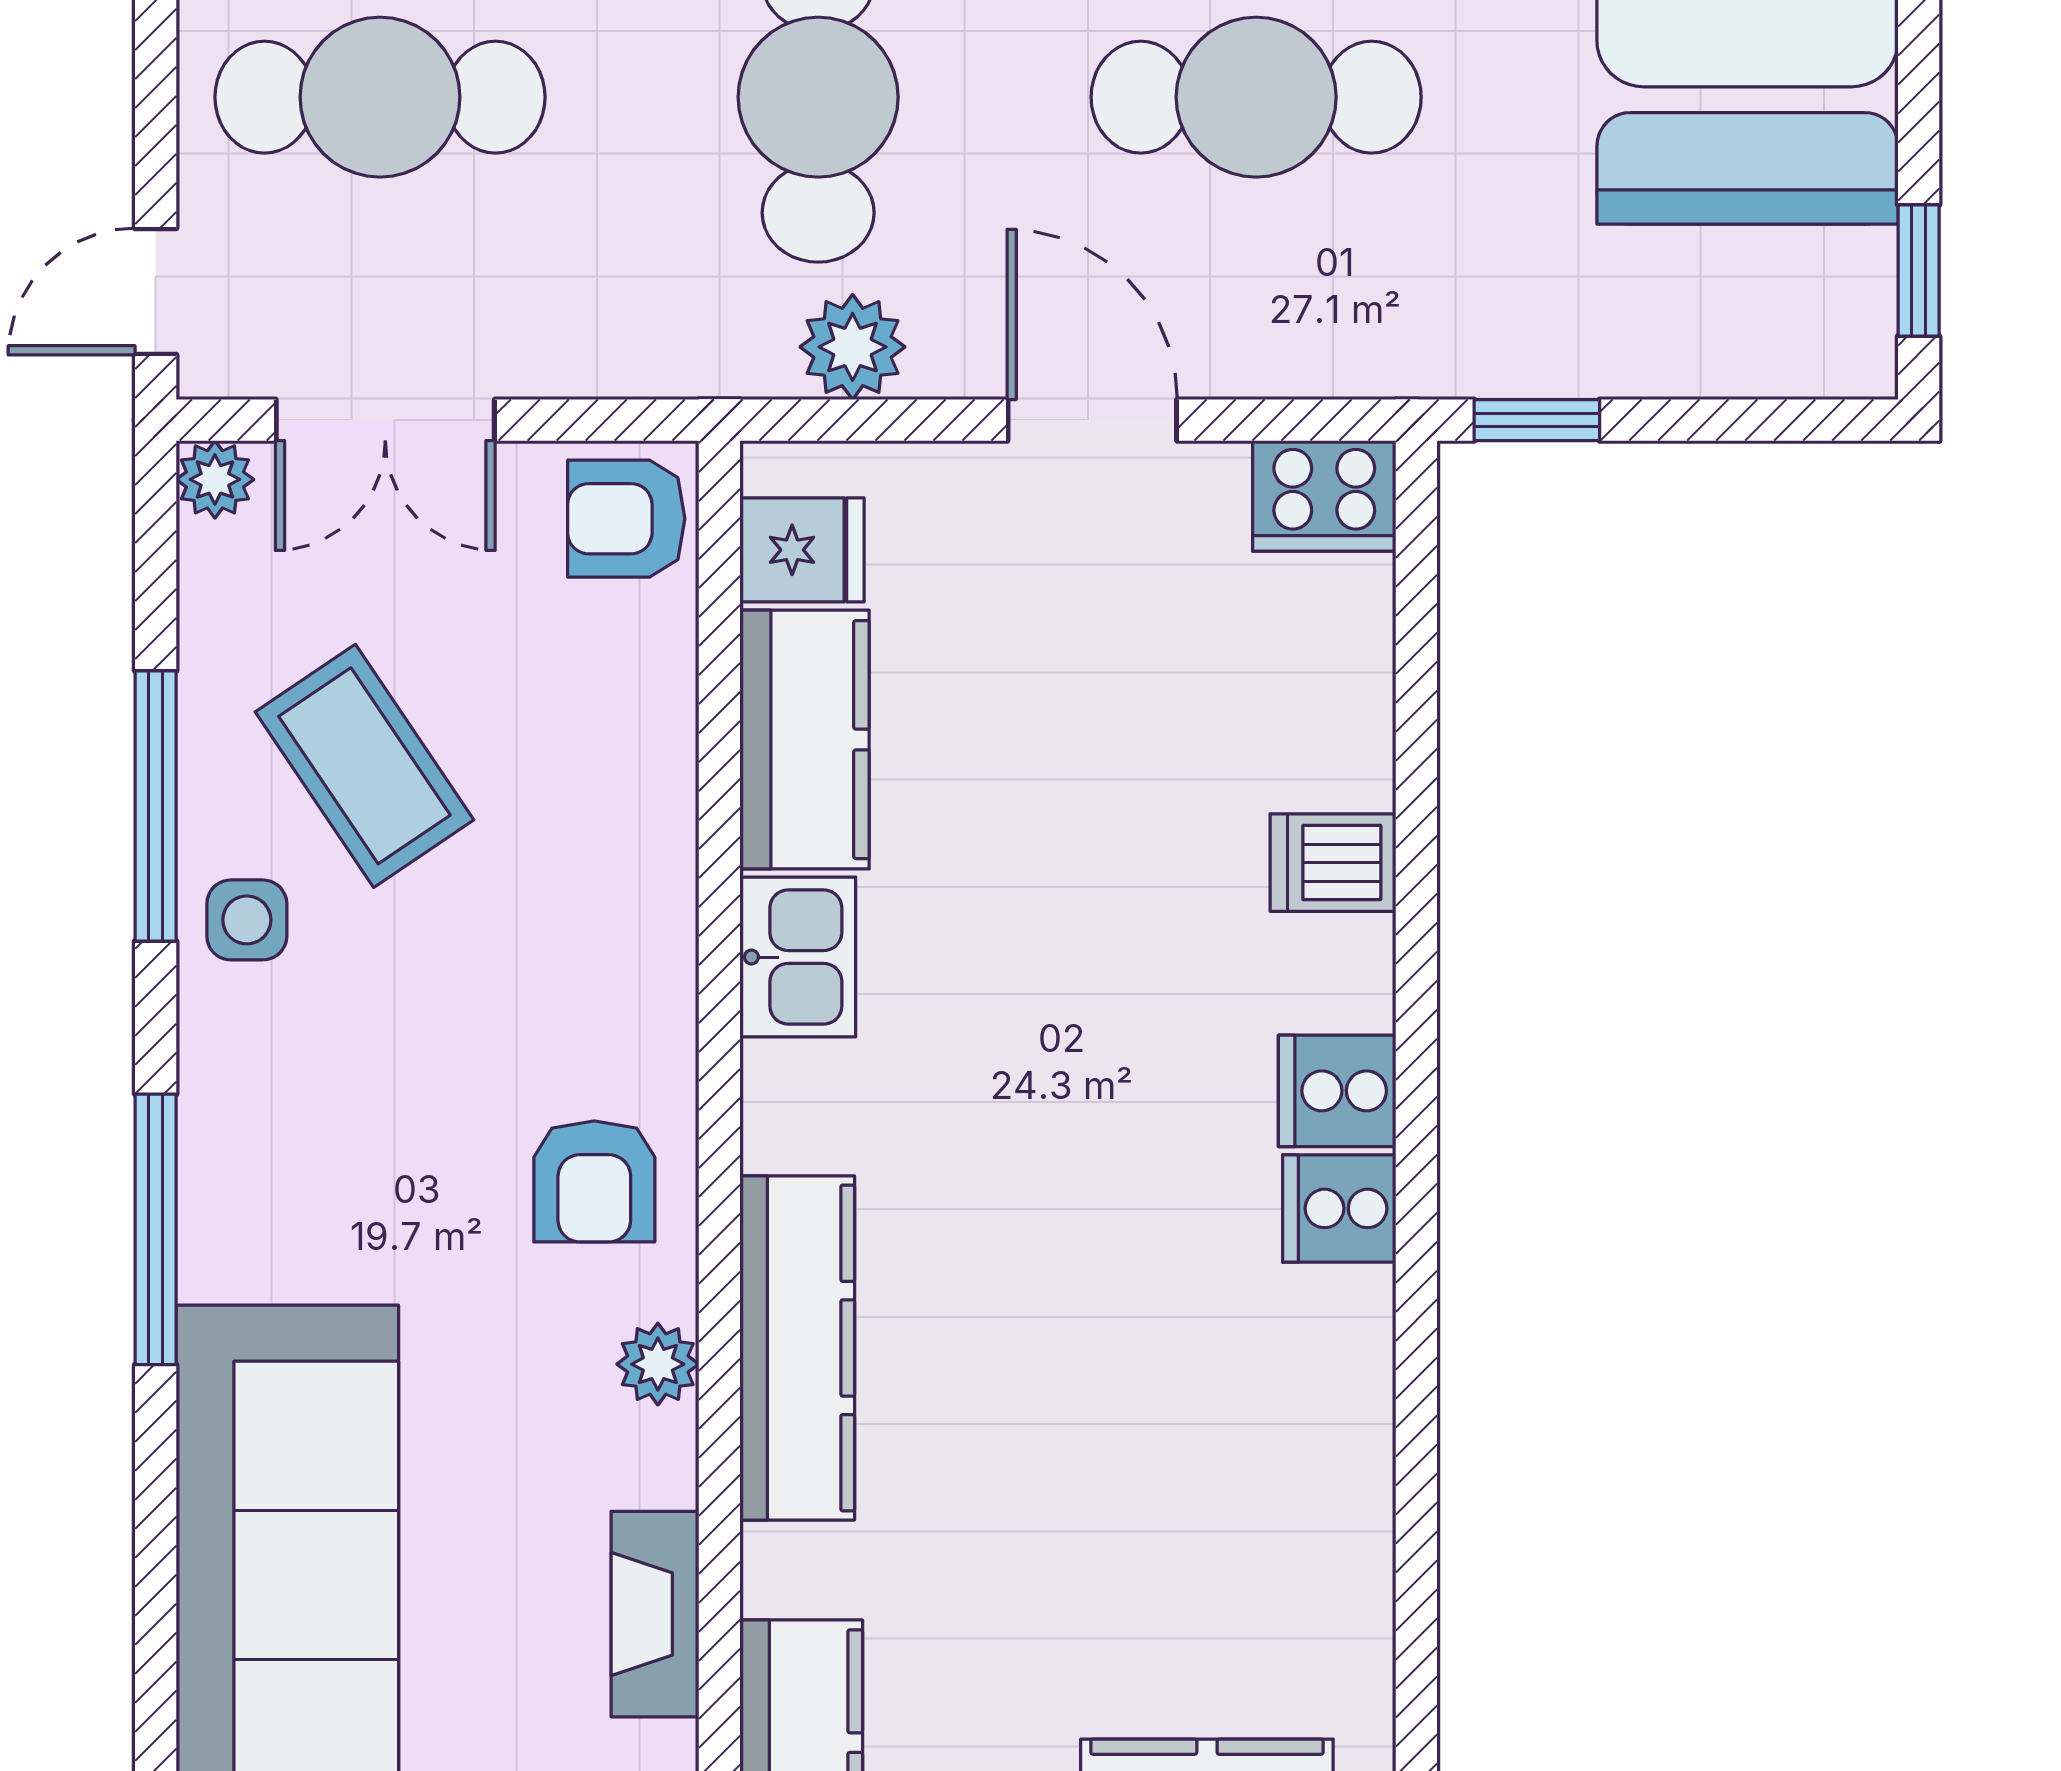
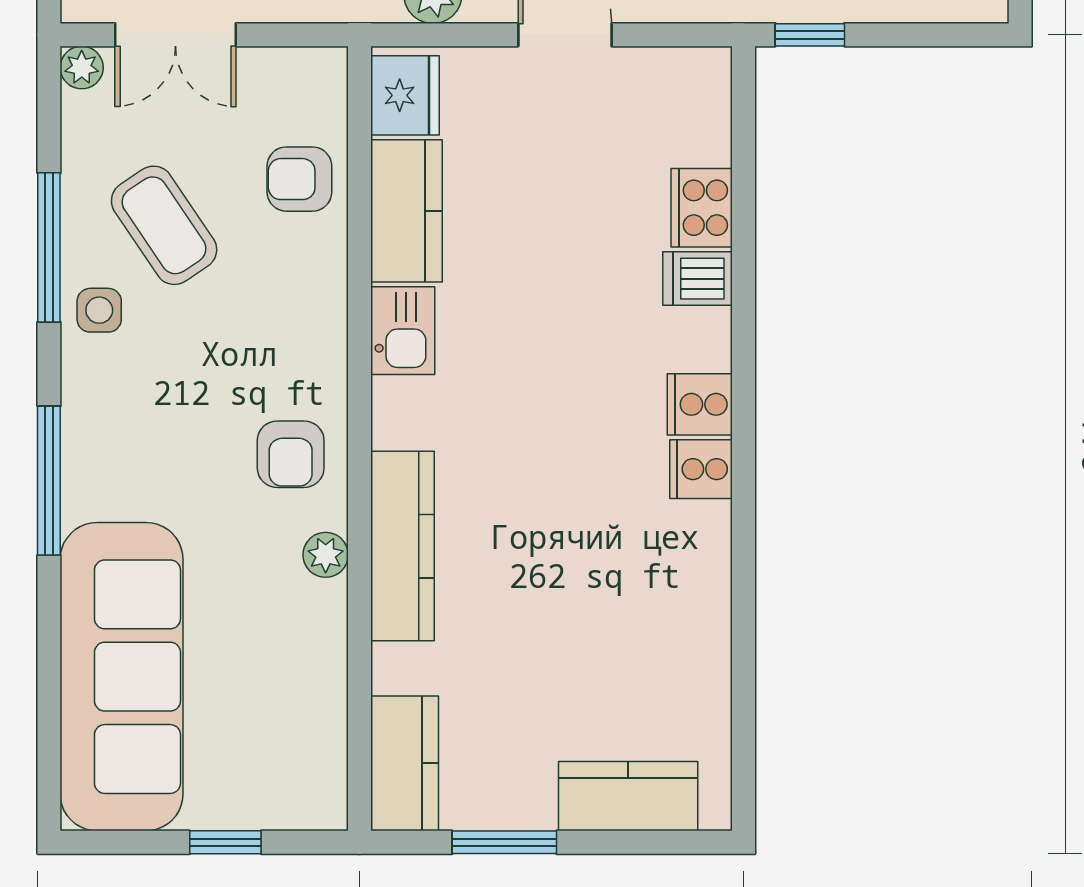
cooker: (1324, 496) -> (702, 208), moved, turned 90
armchair: (626, 519) -> (299, 179), moved
fridge: (802, 550) -> (405, 95), width x1.38
fireplace: (655, 1614) -> (324, 693), removed

